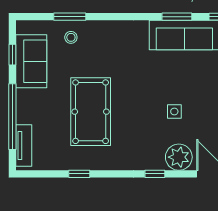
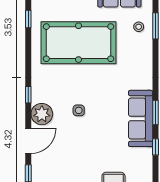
pool table: (91, 112) -> (79, 43), width x1.36, depth x1.32
window: (79, 174) -> (28, 19), moved

